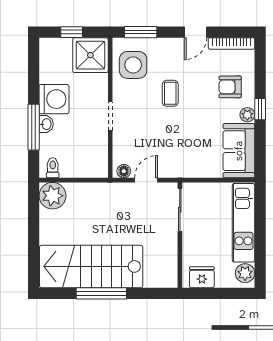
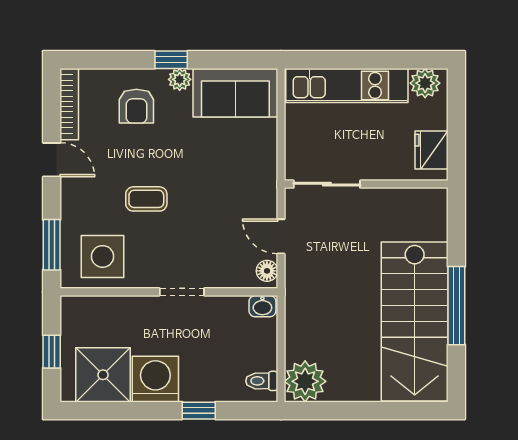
shower: (90, 55) -> (103, 375), moved
washbasin: (46, 124) -> (262, 306), moved, turned 180
window: (34, 127) -> (199, 411), width x0.46

